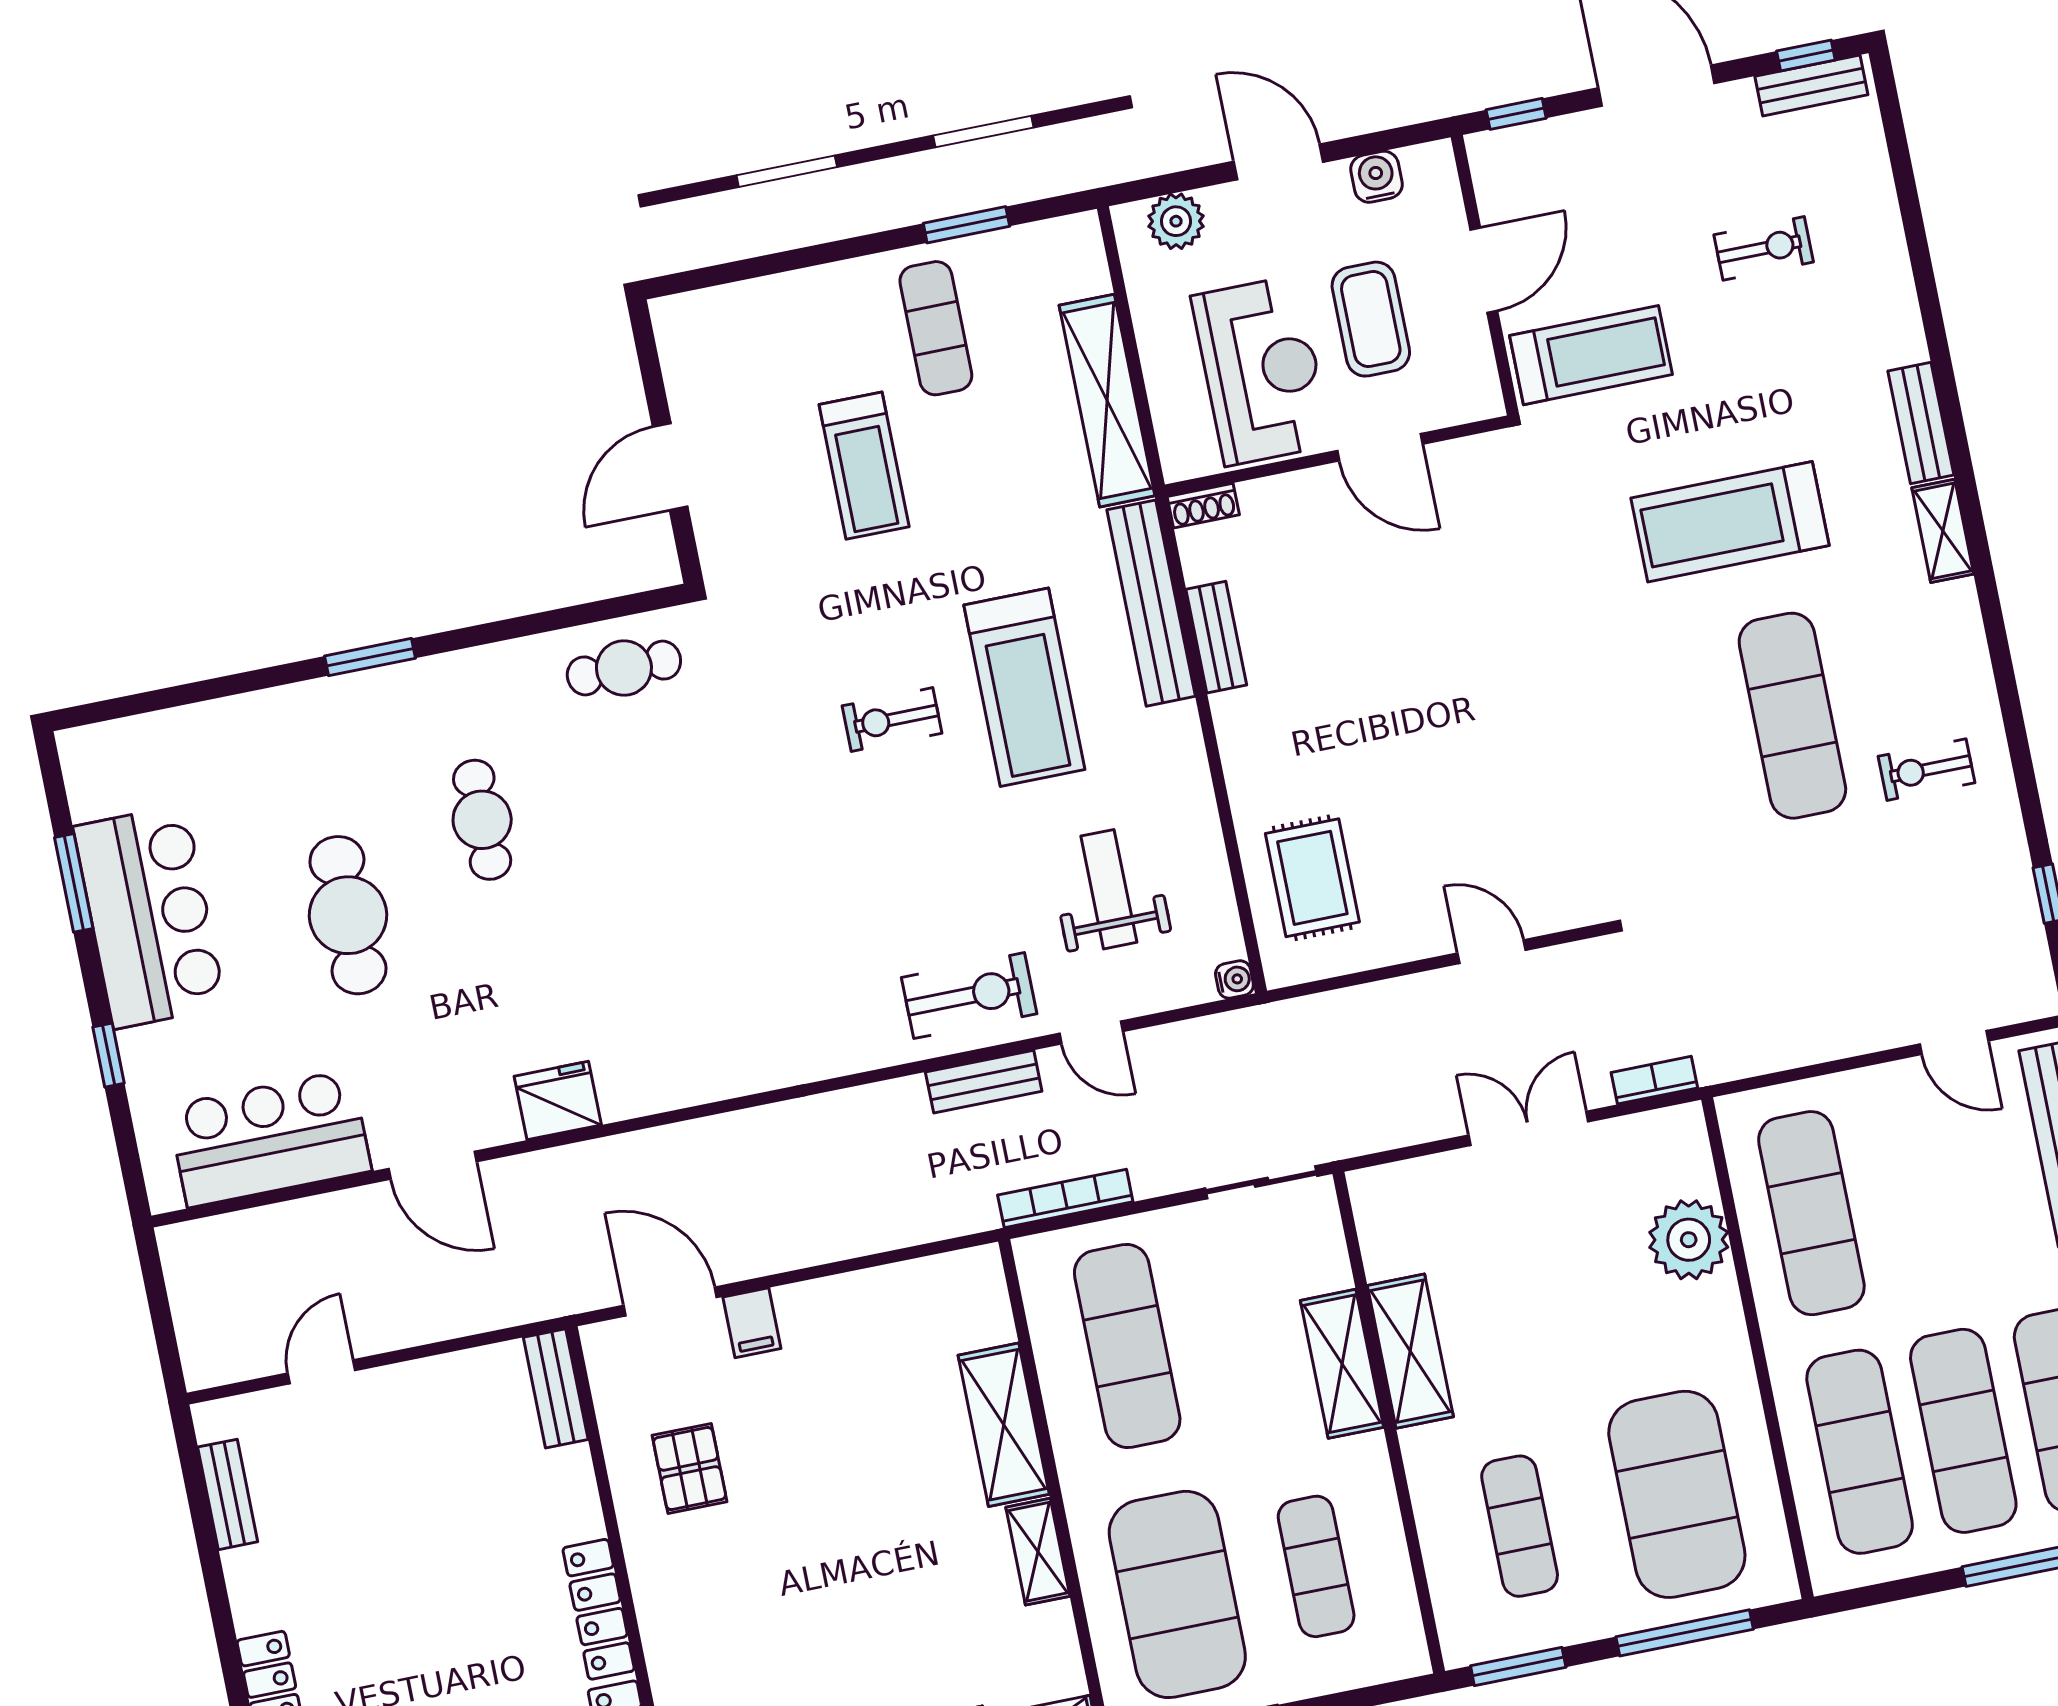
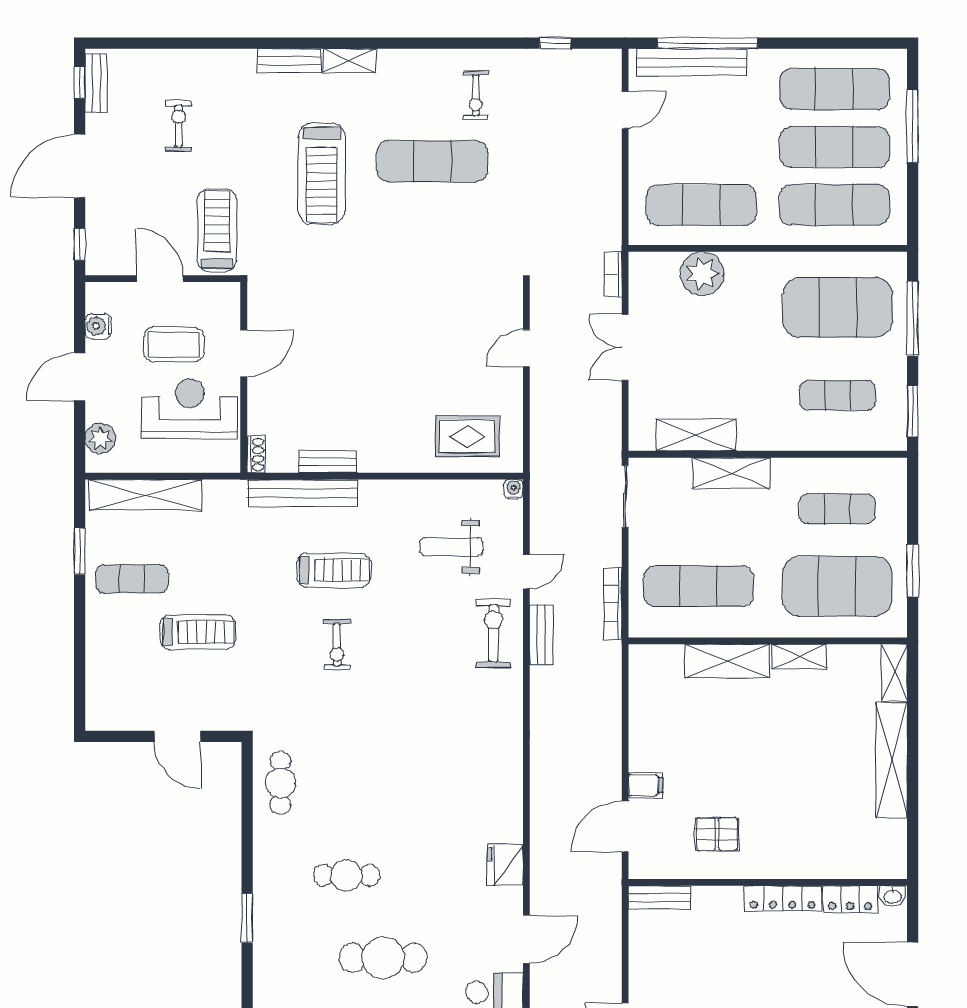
shelving: (1107, 401) -> (146, 495), moved
treadmill: (1024, 687) -> (334, 570), width x0.73, depth x0.73
shelving: (1410, 1351) -> (696, 435), moved

